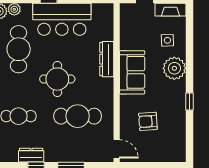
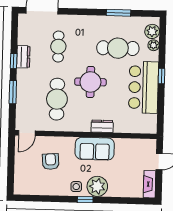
side table: (167, 40) -> (76, 187), moved
dresser: (107, 59) -> (102, 126), width x0.70
window: (190, 101) -> (85, 199), moved

